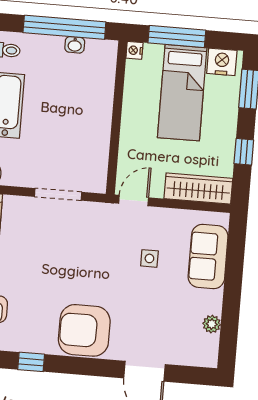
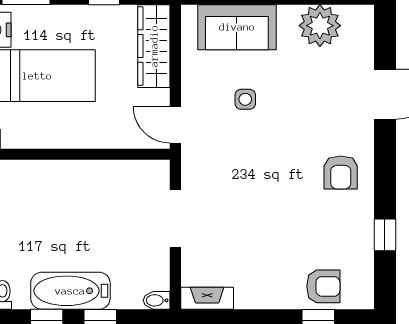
plant: (212, 324) -> (320, 26), width x1.87, depth x1.87
armchair: (84, 330) -> (341, 172), width x0.53, depth x0.53

